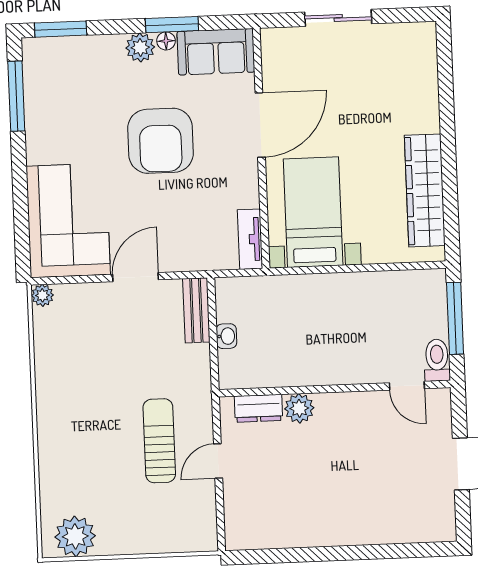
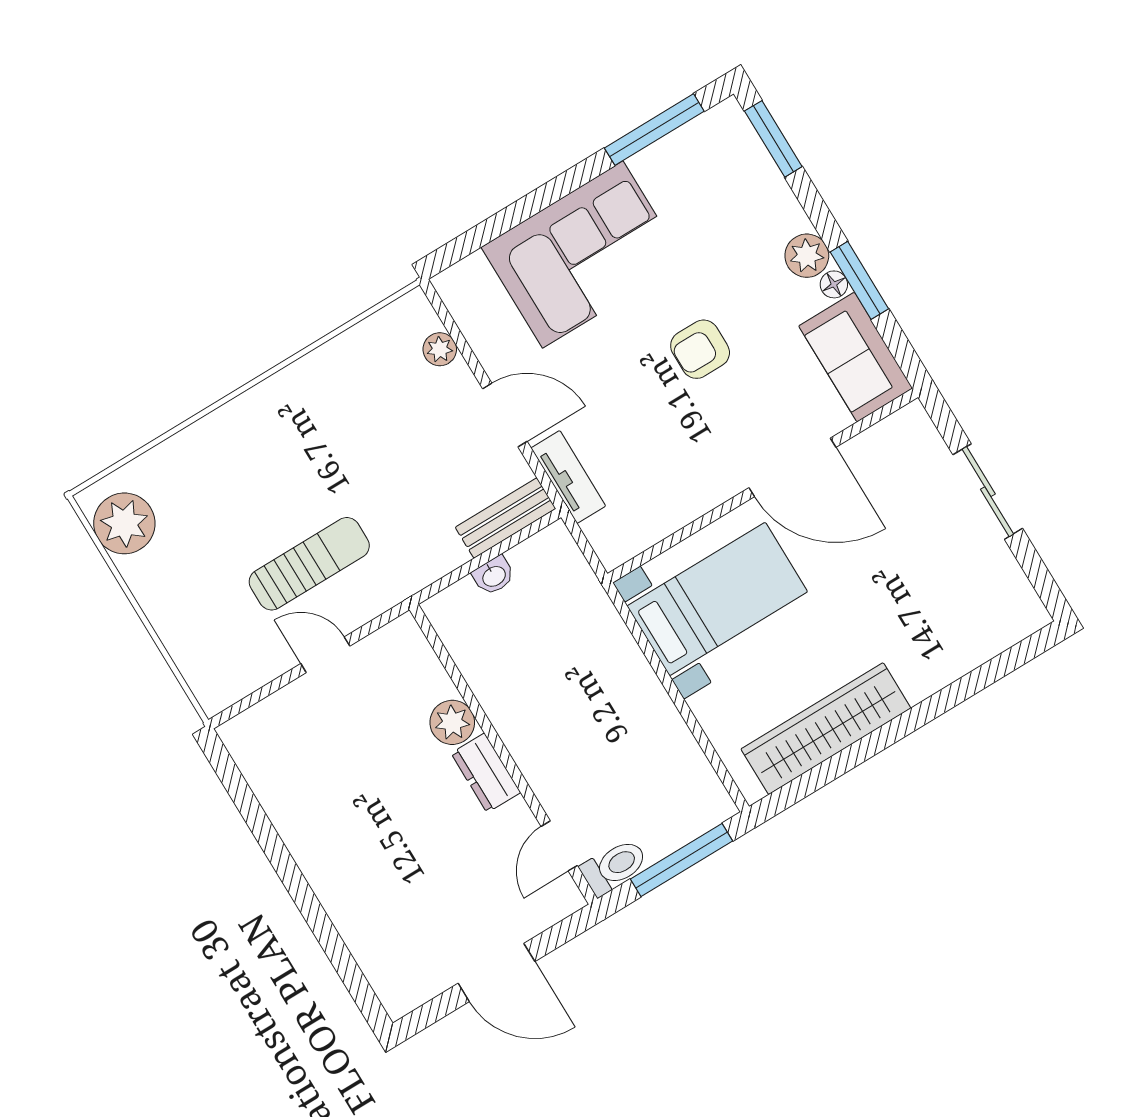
armchair: (160, 141) -> (700, 349), width x0.53, depth x0.53
corner sofa: (68, 220) -> (583, 255), moved
tv unit: (250, 239) -> (568, 477), moved, turned 90
plant: (42, 295) -> (440, 349), moved
dresser: (258, 408) -> (486, 773), moved

